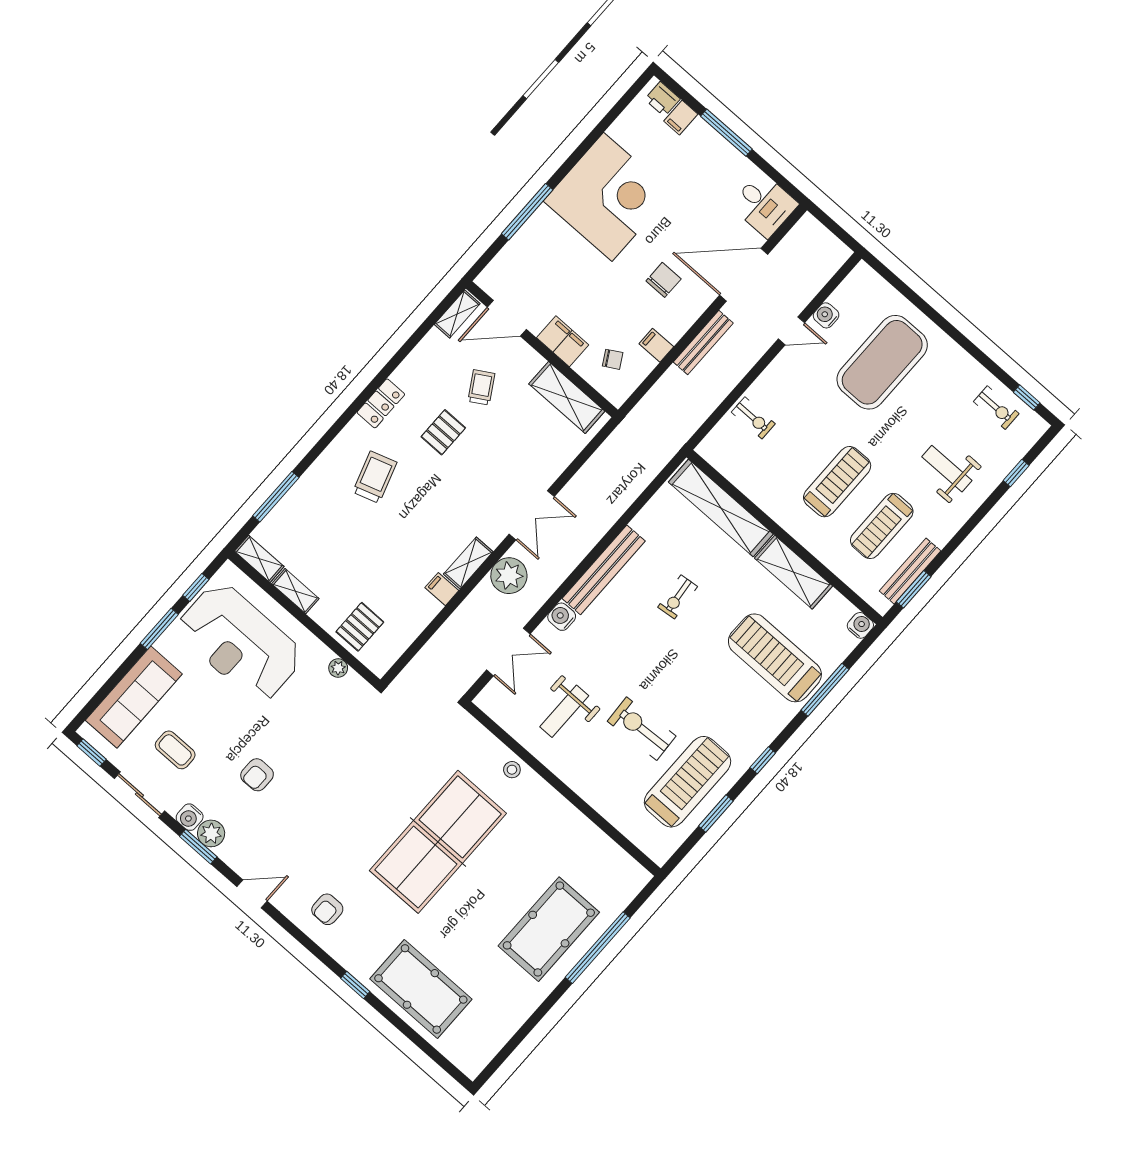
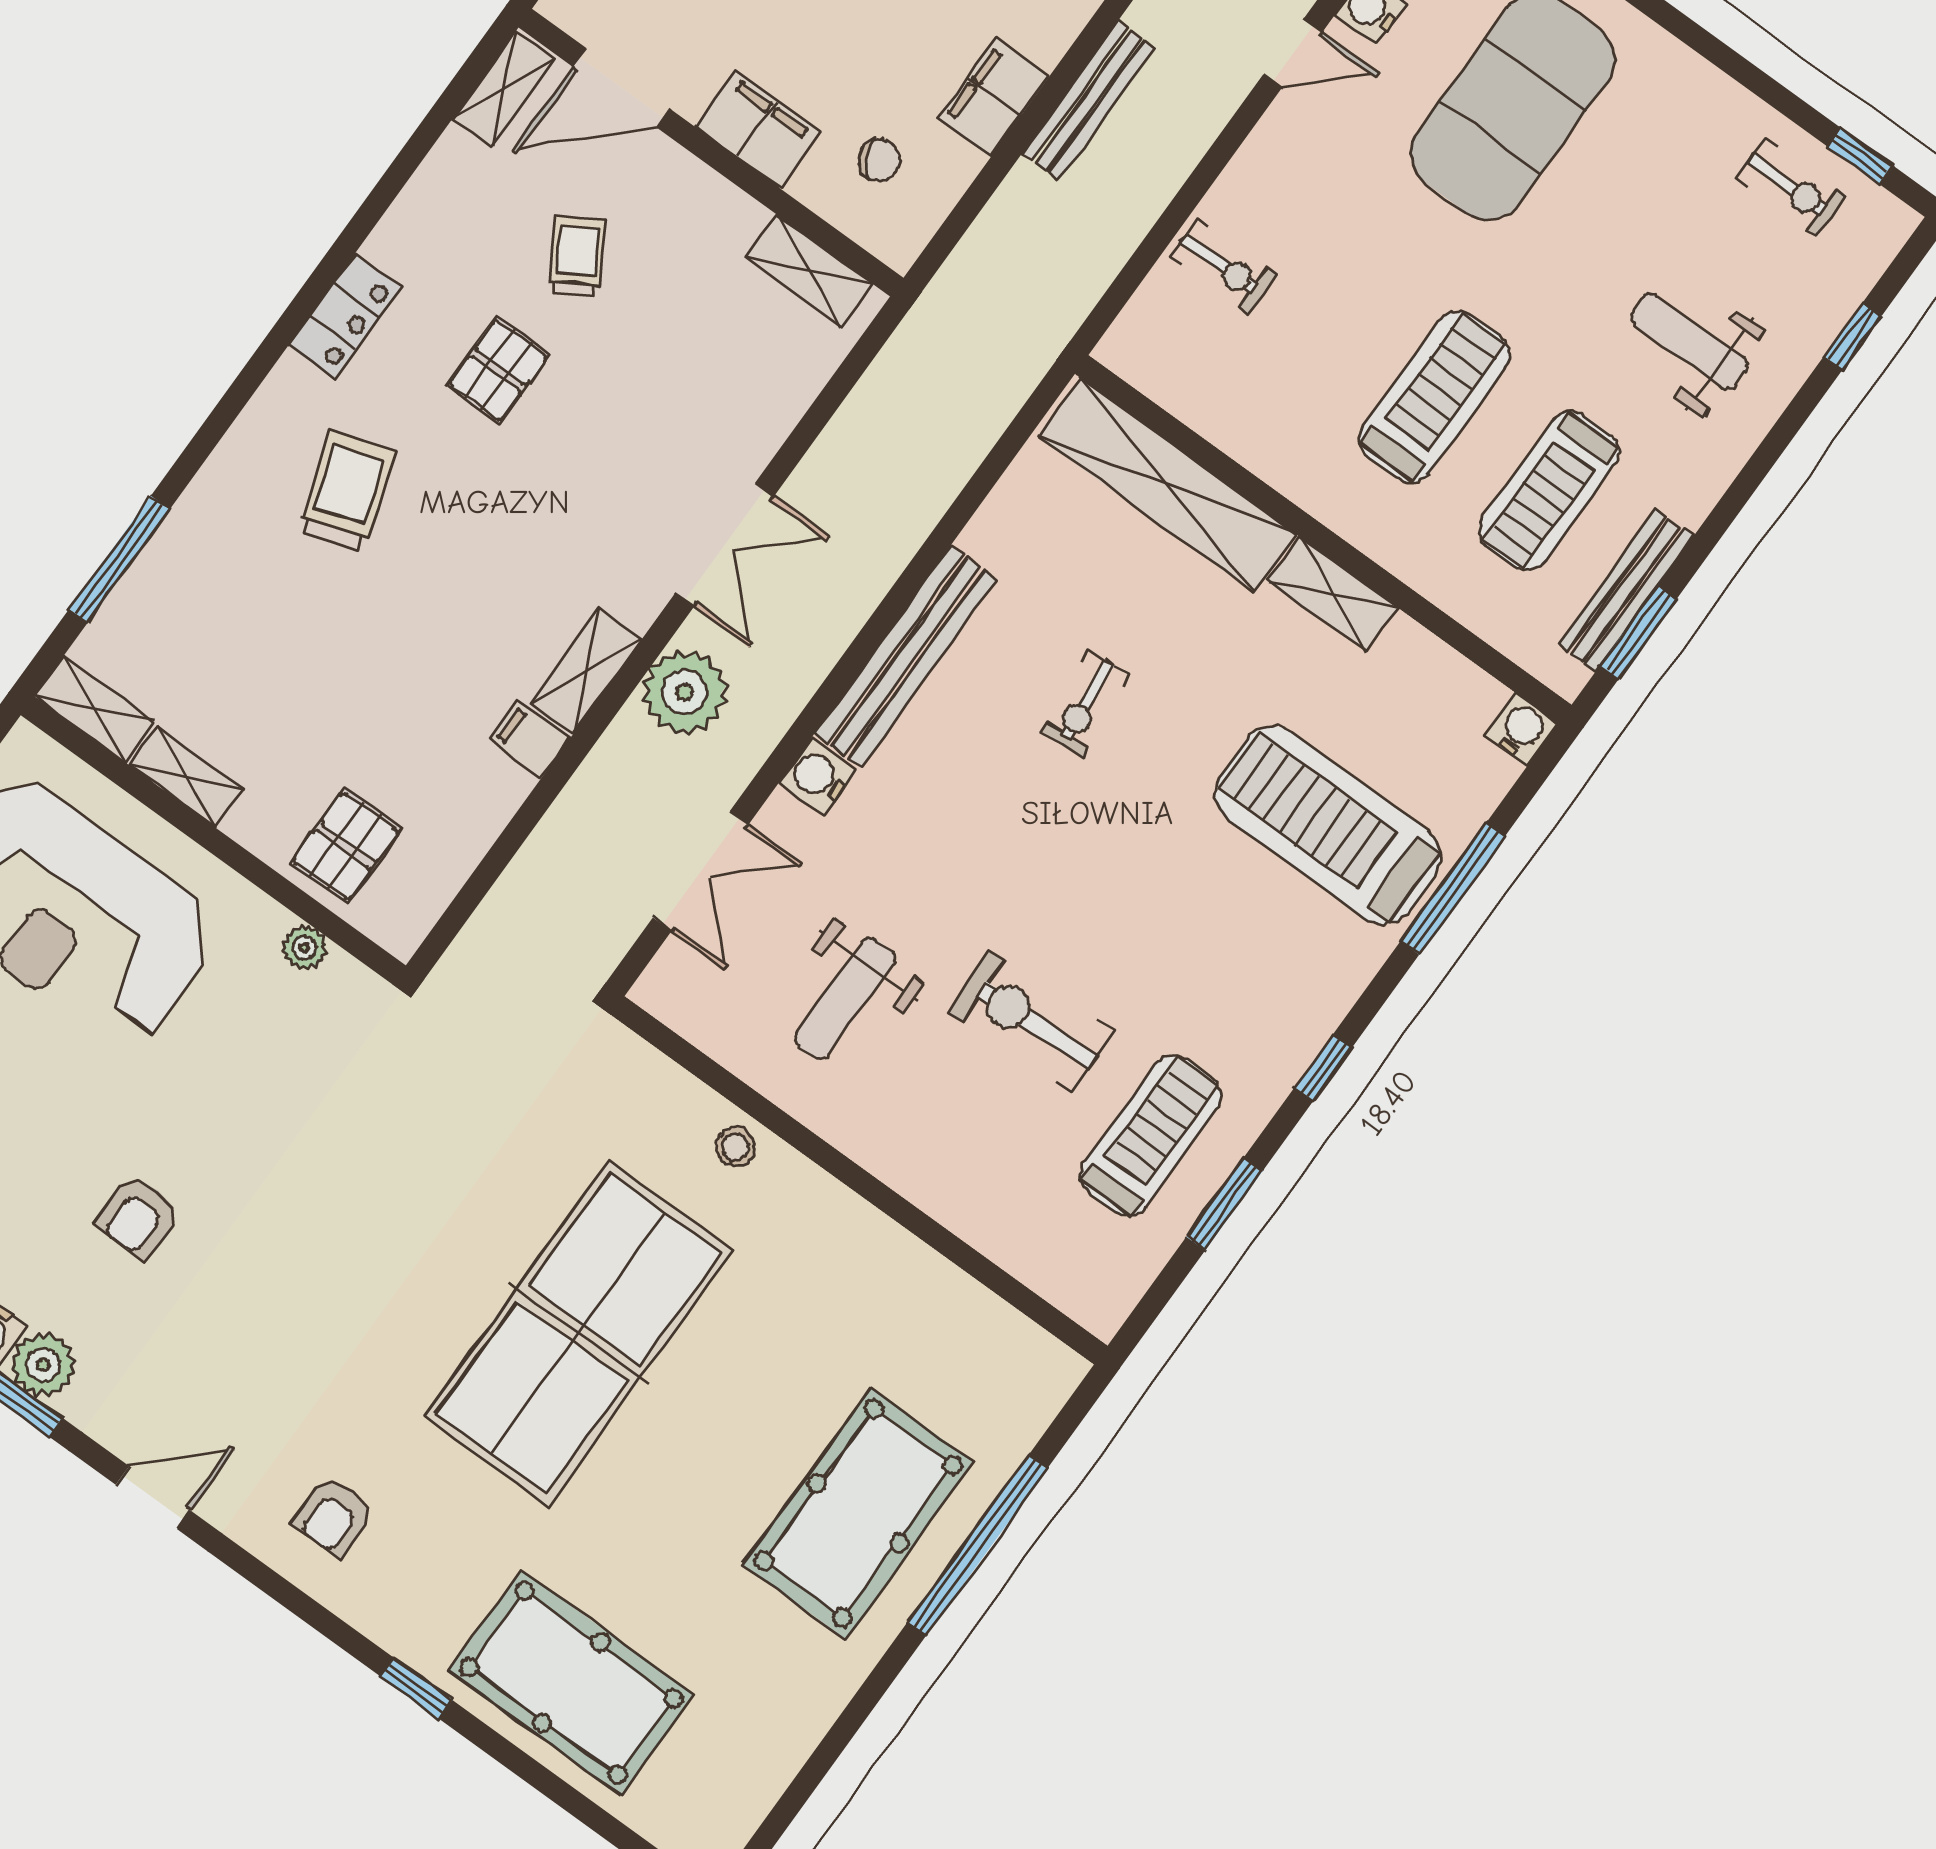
filing cabinet: (656, 345) -> (993, 97), width x2.00
shelving: (567, 398) -> (809, 271), width x0.67, depth x0.75
shelving: (794, 572) -> (1333, 594), width x0.67, depth x0.75
treadmill: (688, 782) -> (1151, 1136), width x0.73, depth x0.73

